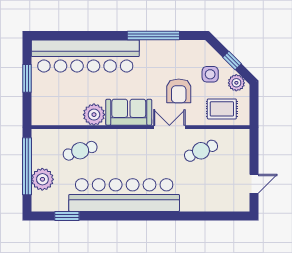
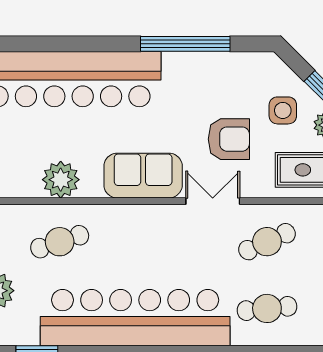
armchair: (179, 91) -> (229, 139), turned -90
plant: (94, 115) -> (61, 180), moved
cafe table: (201, 190) -> (267, 308), added

